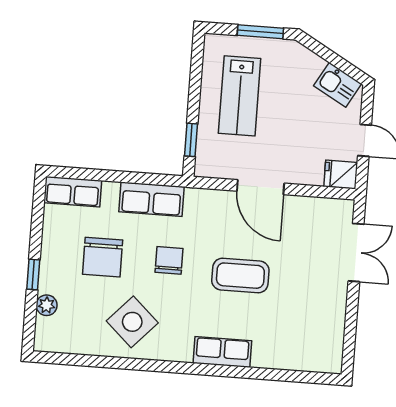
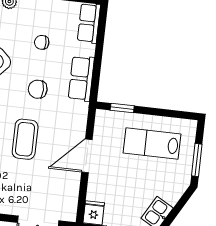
chair: (103, 257) -> (42, 42), width x0.54, depth x0.54
chair: (169, 260) -> (38, 89), turned 180

